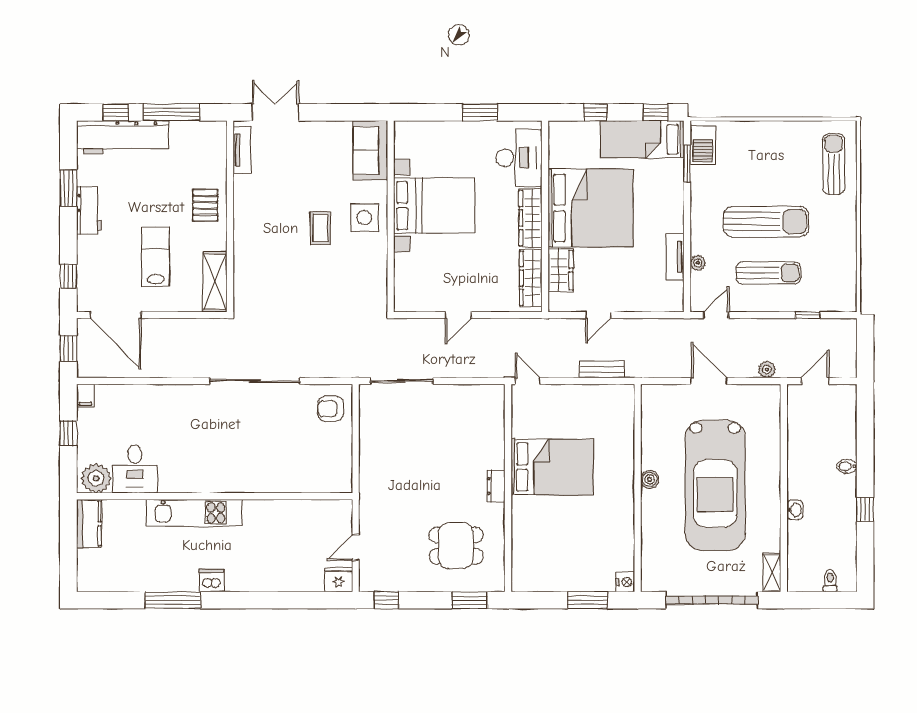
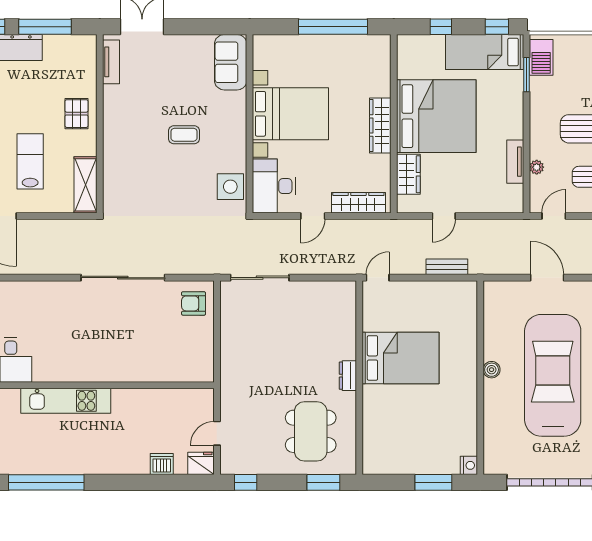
window: (480, 112) -> (333, 27), width x2.11
desk: (519, 158) -> (274, 186), moved, turned 180
side table: (364, 218) -> (230, 187), moved
coffee table: (320, 228) -> (184, 135), turned 90
wardrobe: (531, 278) -> (358, 203), moved, turned 90
door: (528, 381) -> (378, 278), hinge flipped
car: (715, 486) -> (553, 375), turned 180
dining table: (456, 546) -> (311, 431), width x1.38
dishwasher: (212, 581) -> (162, 464), moved
window: (173, 600) -> (46, 482), width x1.46

